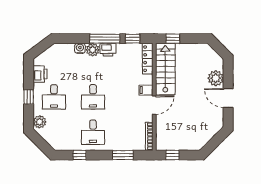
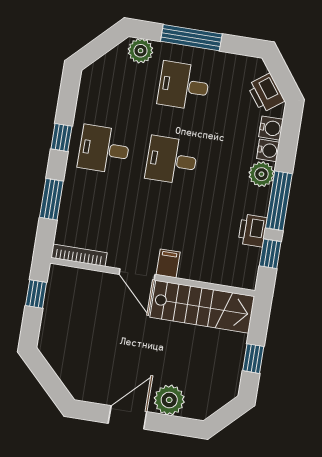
window: (173, 39) -> (253, 359), moved
water cooler: (68, 49) -> (271, 128), added
printer: (108, 50) -> (253, 230), moved
locker: (148, 59) -> (227, 276), removed
printer: (40, 74) -> (266, 93), moved, turned 53
window: (29, 97) -> (191, 38), width x2.17
window: (79, 155) -> (61, 138), moved

